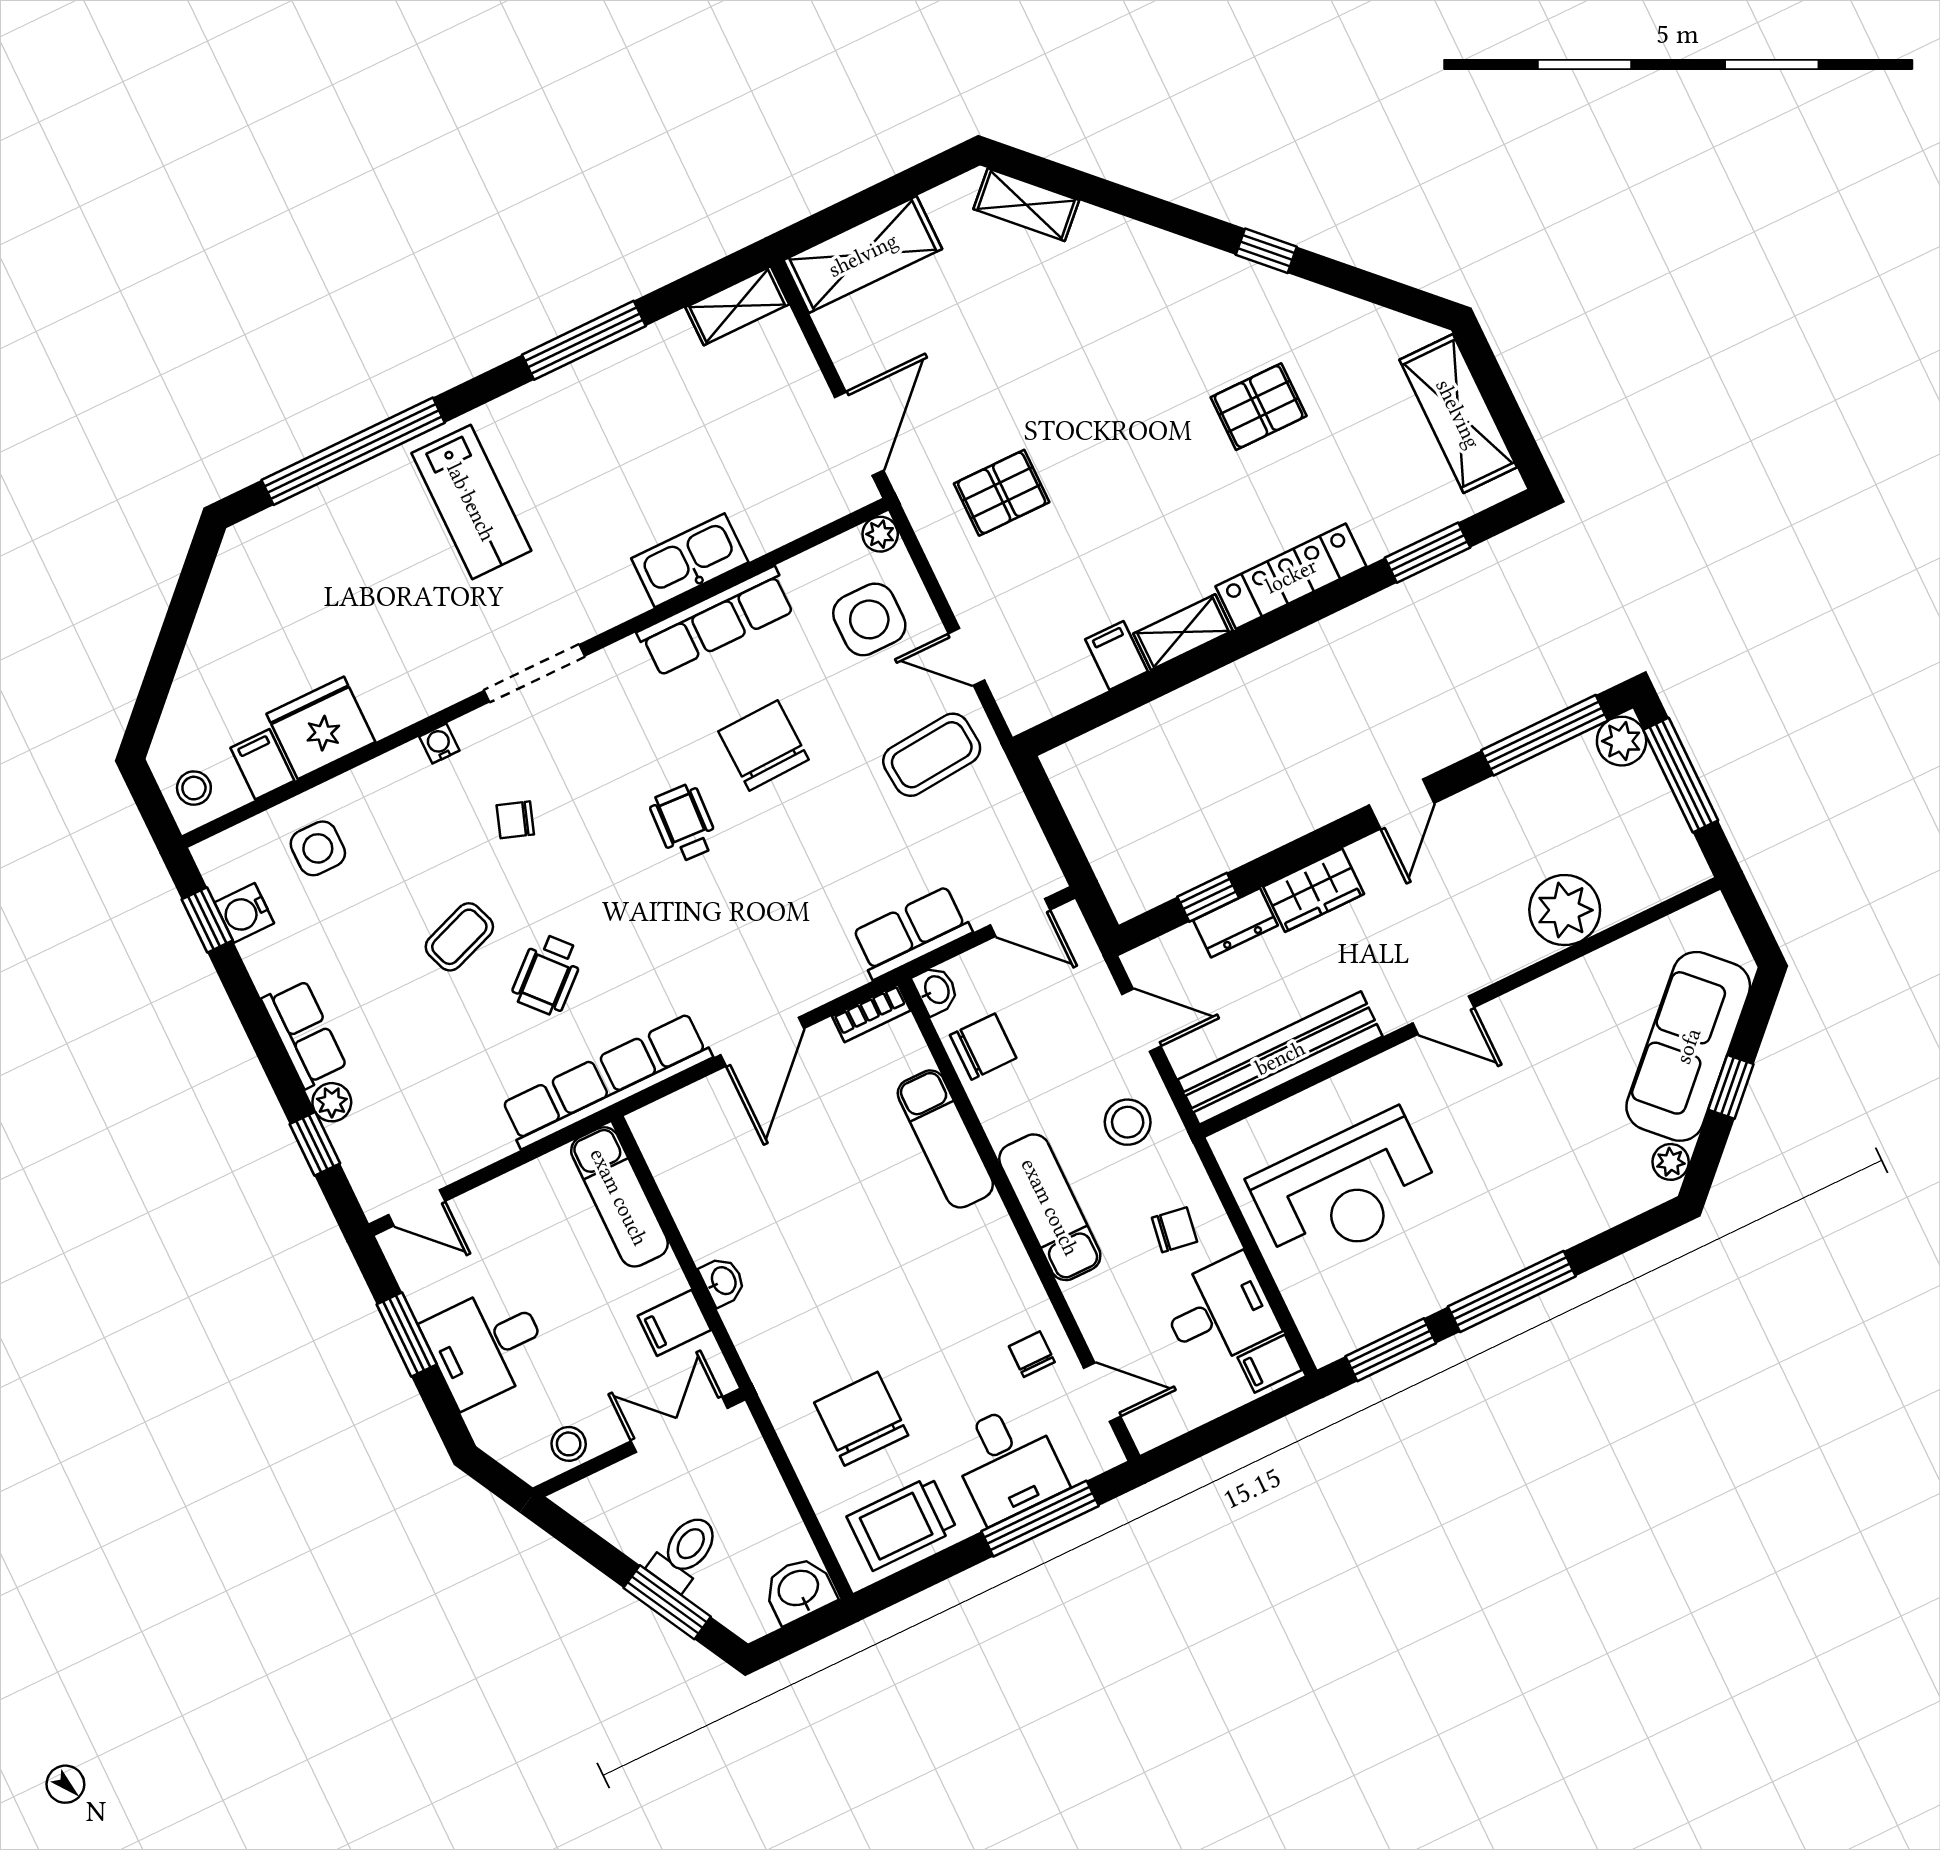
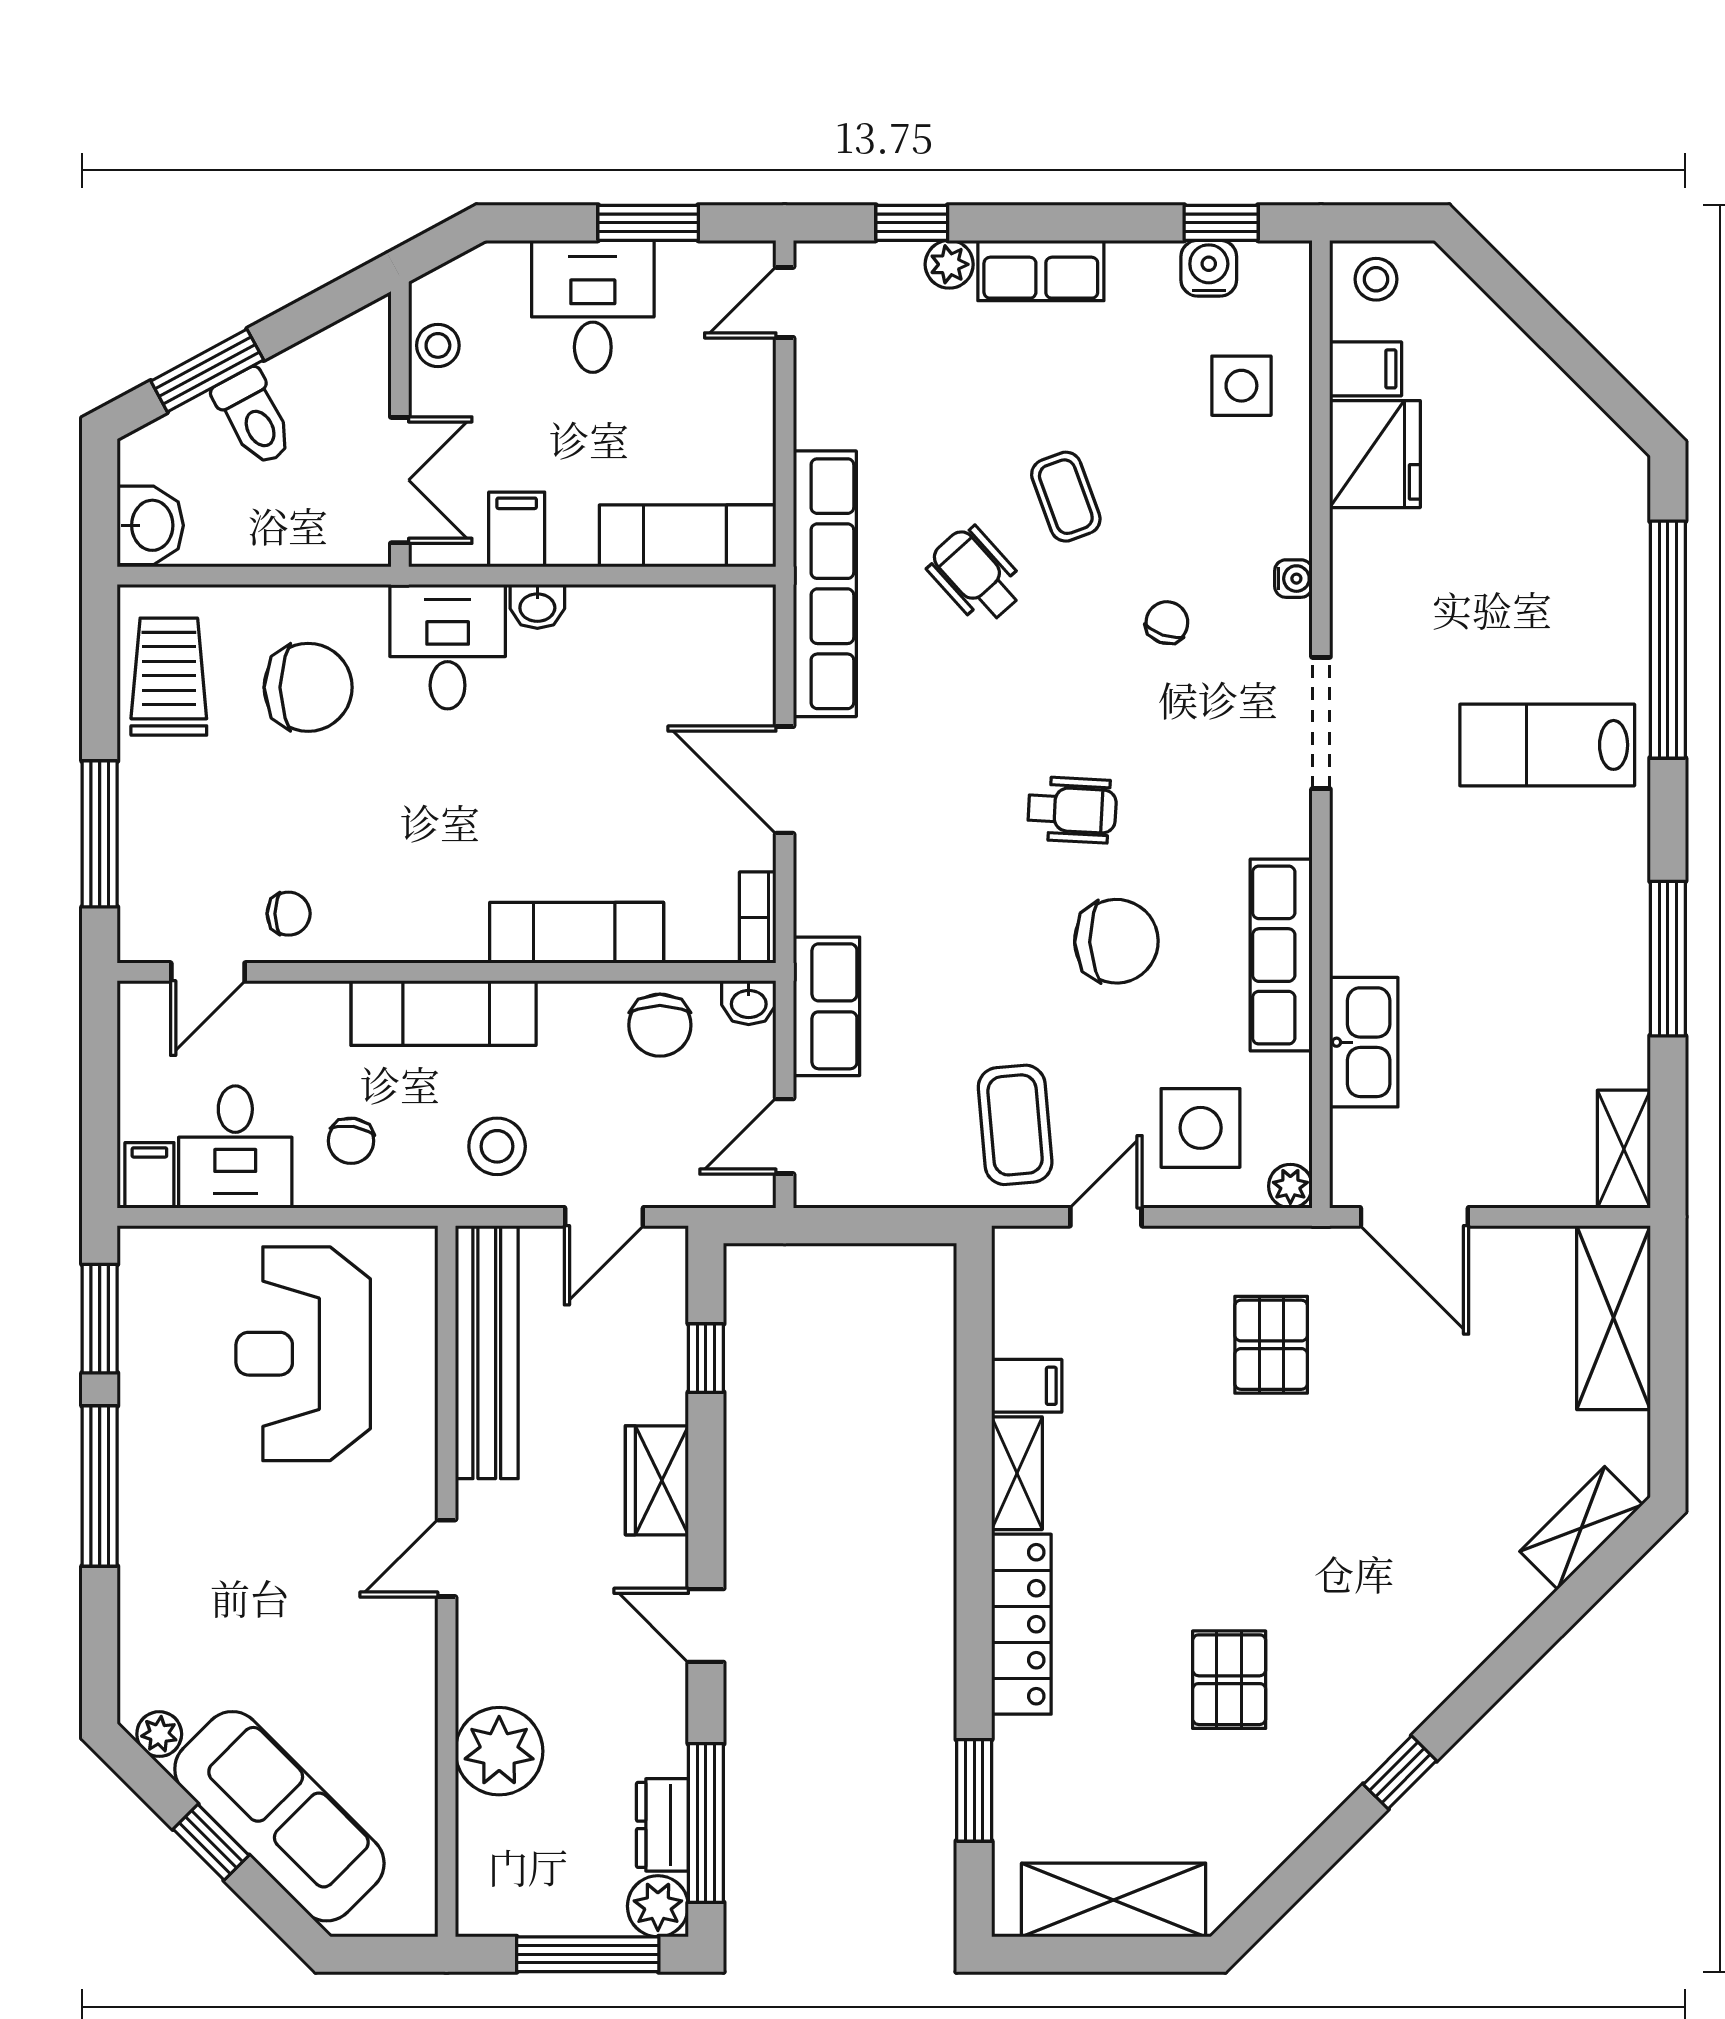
kitchen sink: (690, 560) -> (1364, 1042), moved
dresser: (1235, 923) -> (662, 1825), moved
desk: (1008, 1463) -> (448, 647), moved, turned 90

